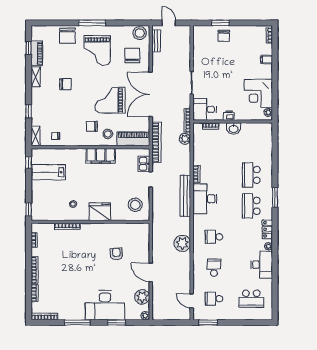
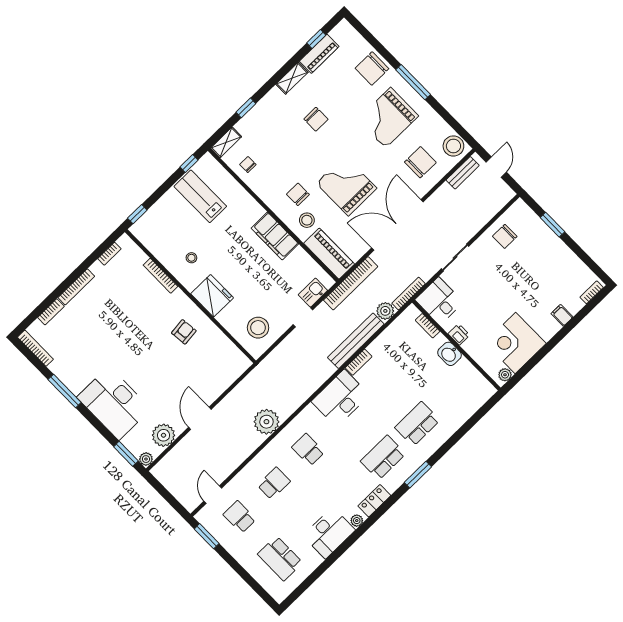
chair: (224, 36) -> (505, 236), moved
bench: (185, 196) -> (356, 341), moved
armchair: (116, 254) -> (184, 332), moved
window: (117, 322) -> (126, 454), moved

